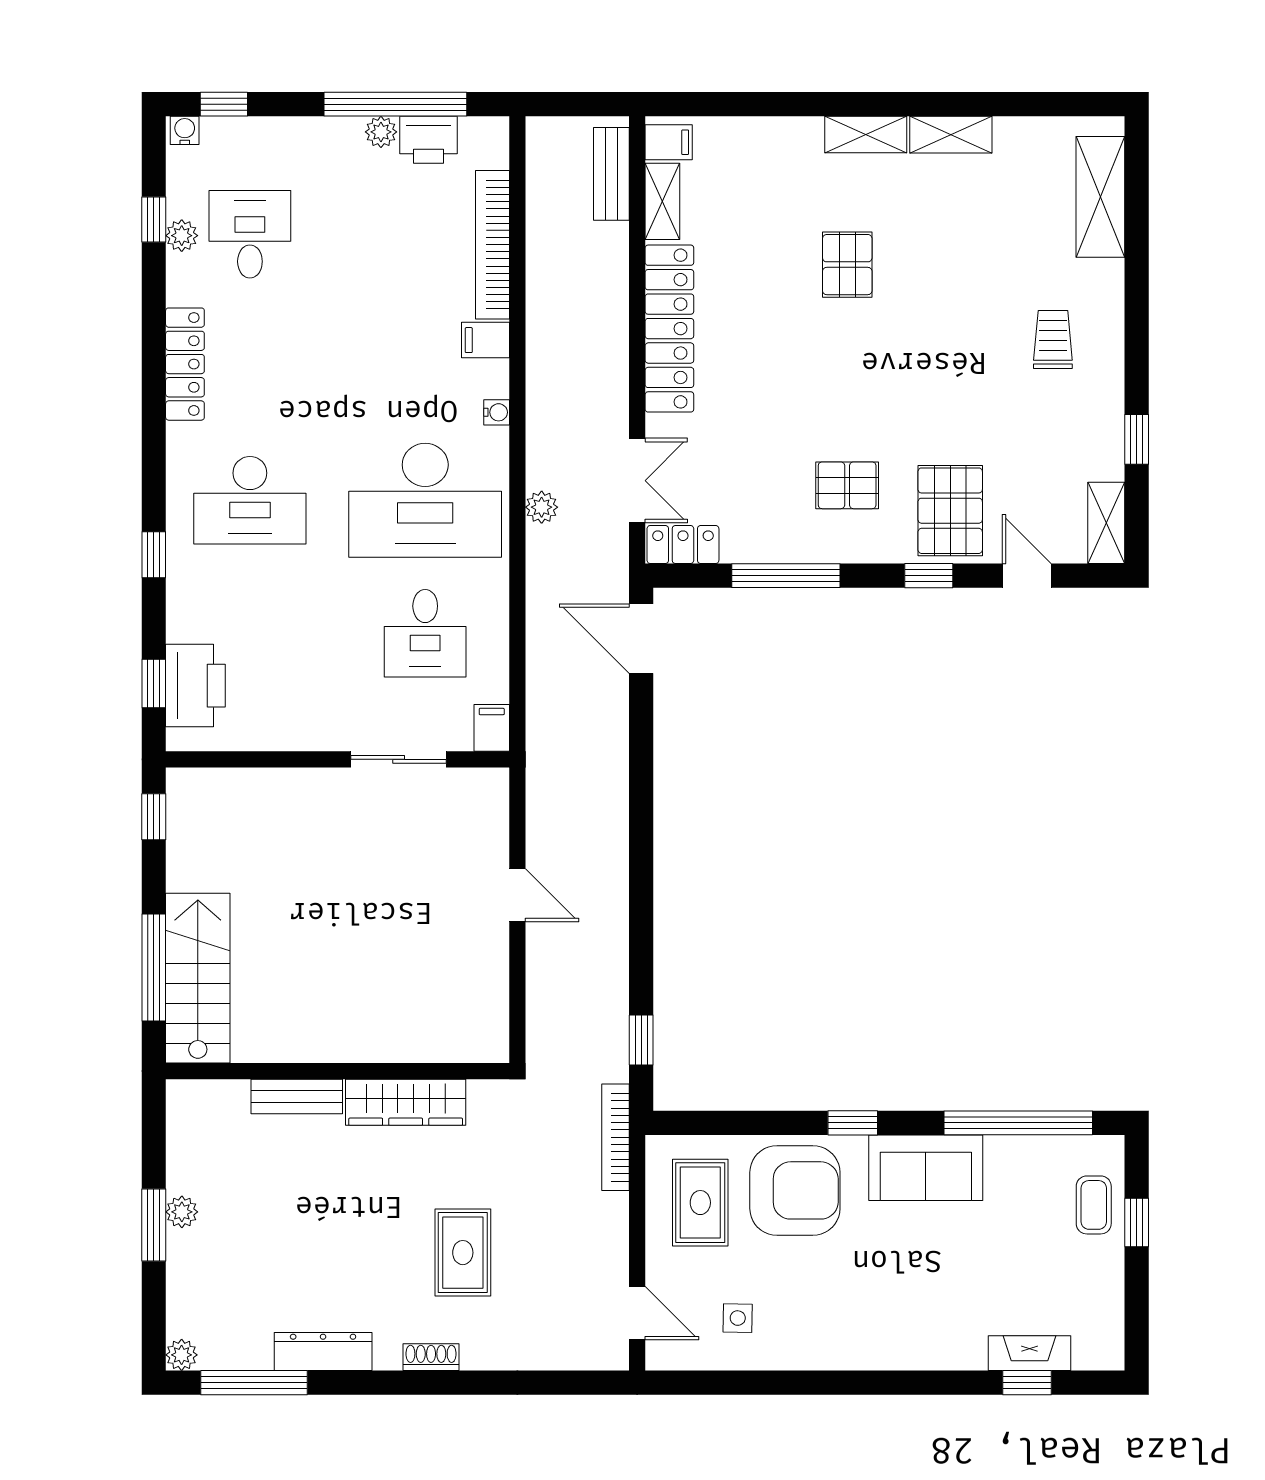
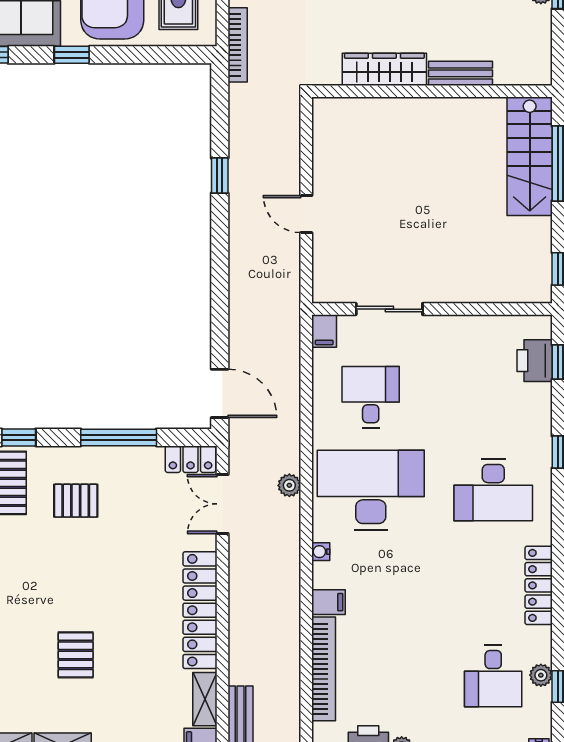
desk: (250, 500) -> (493, 490), turned 180
printer: (195, 686) -> (535, 361), width x0.73, depth x0.84
window: (641, 1040) -> (220, 176), moved

